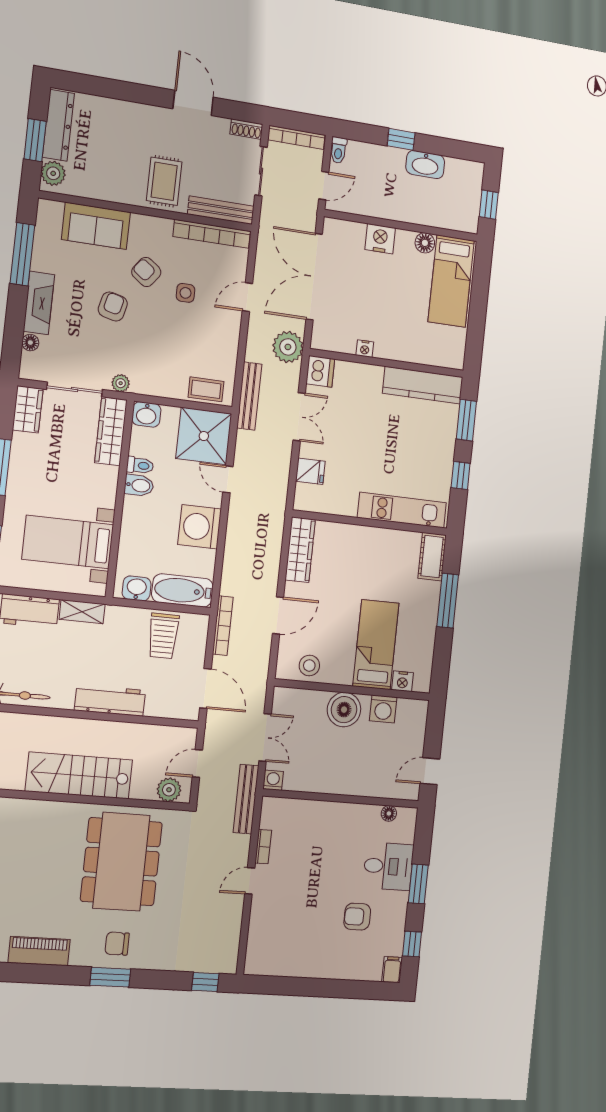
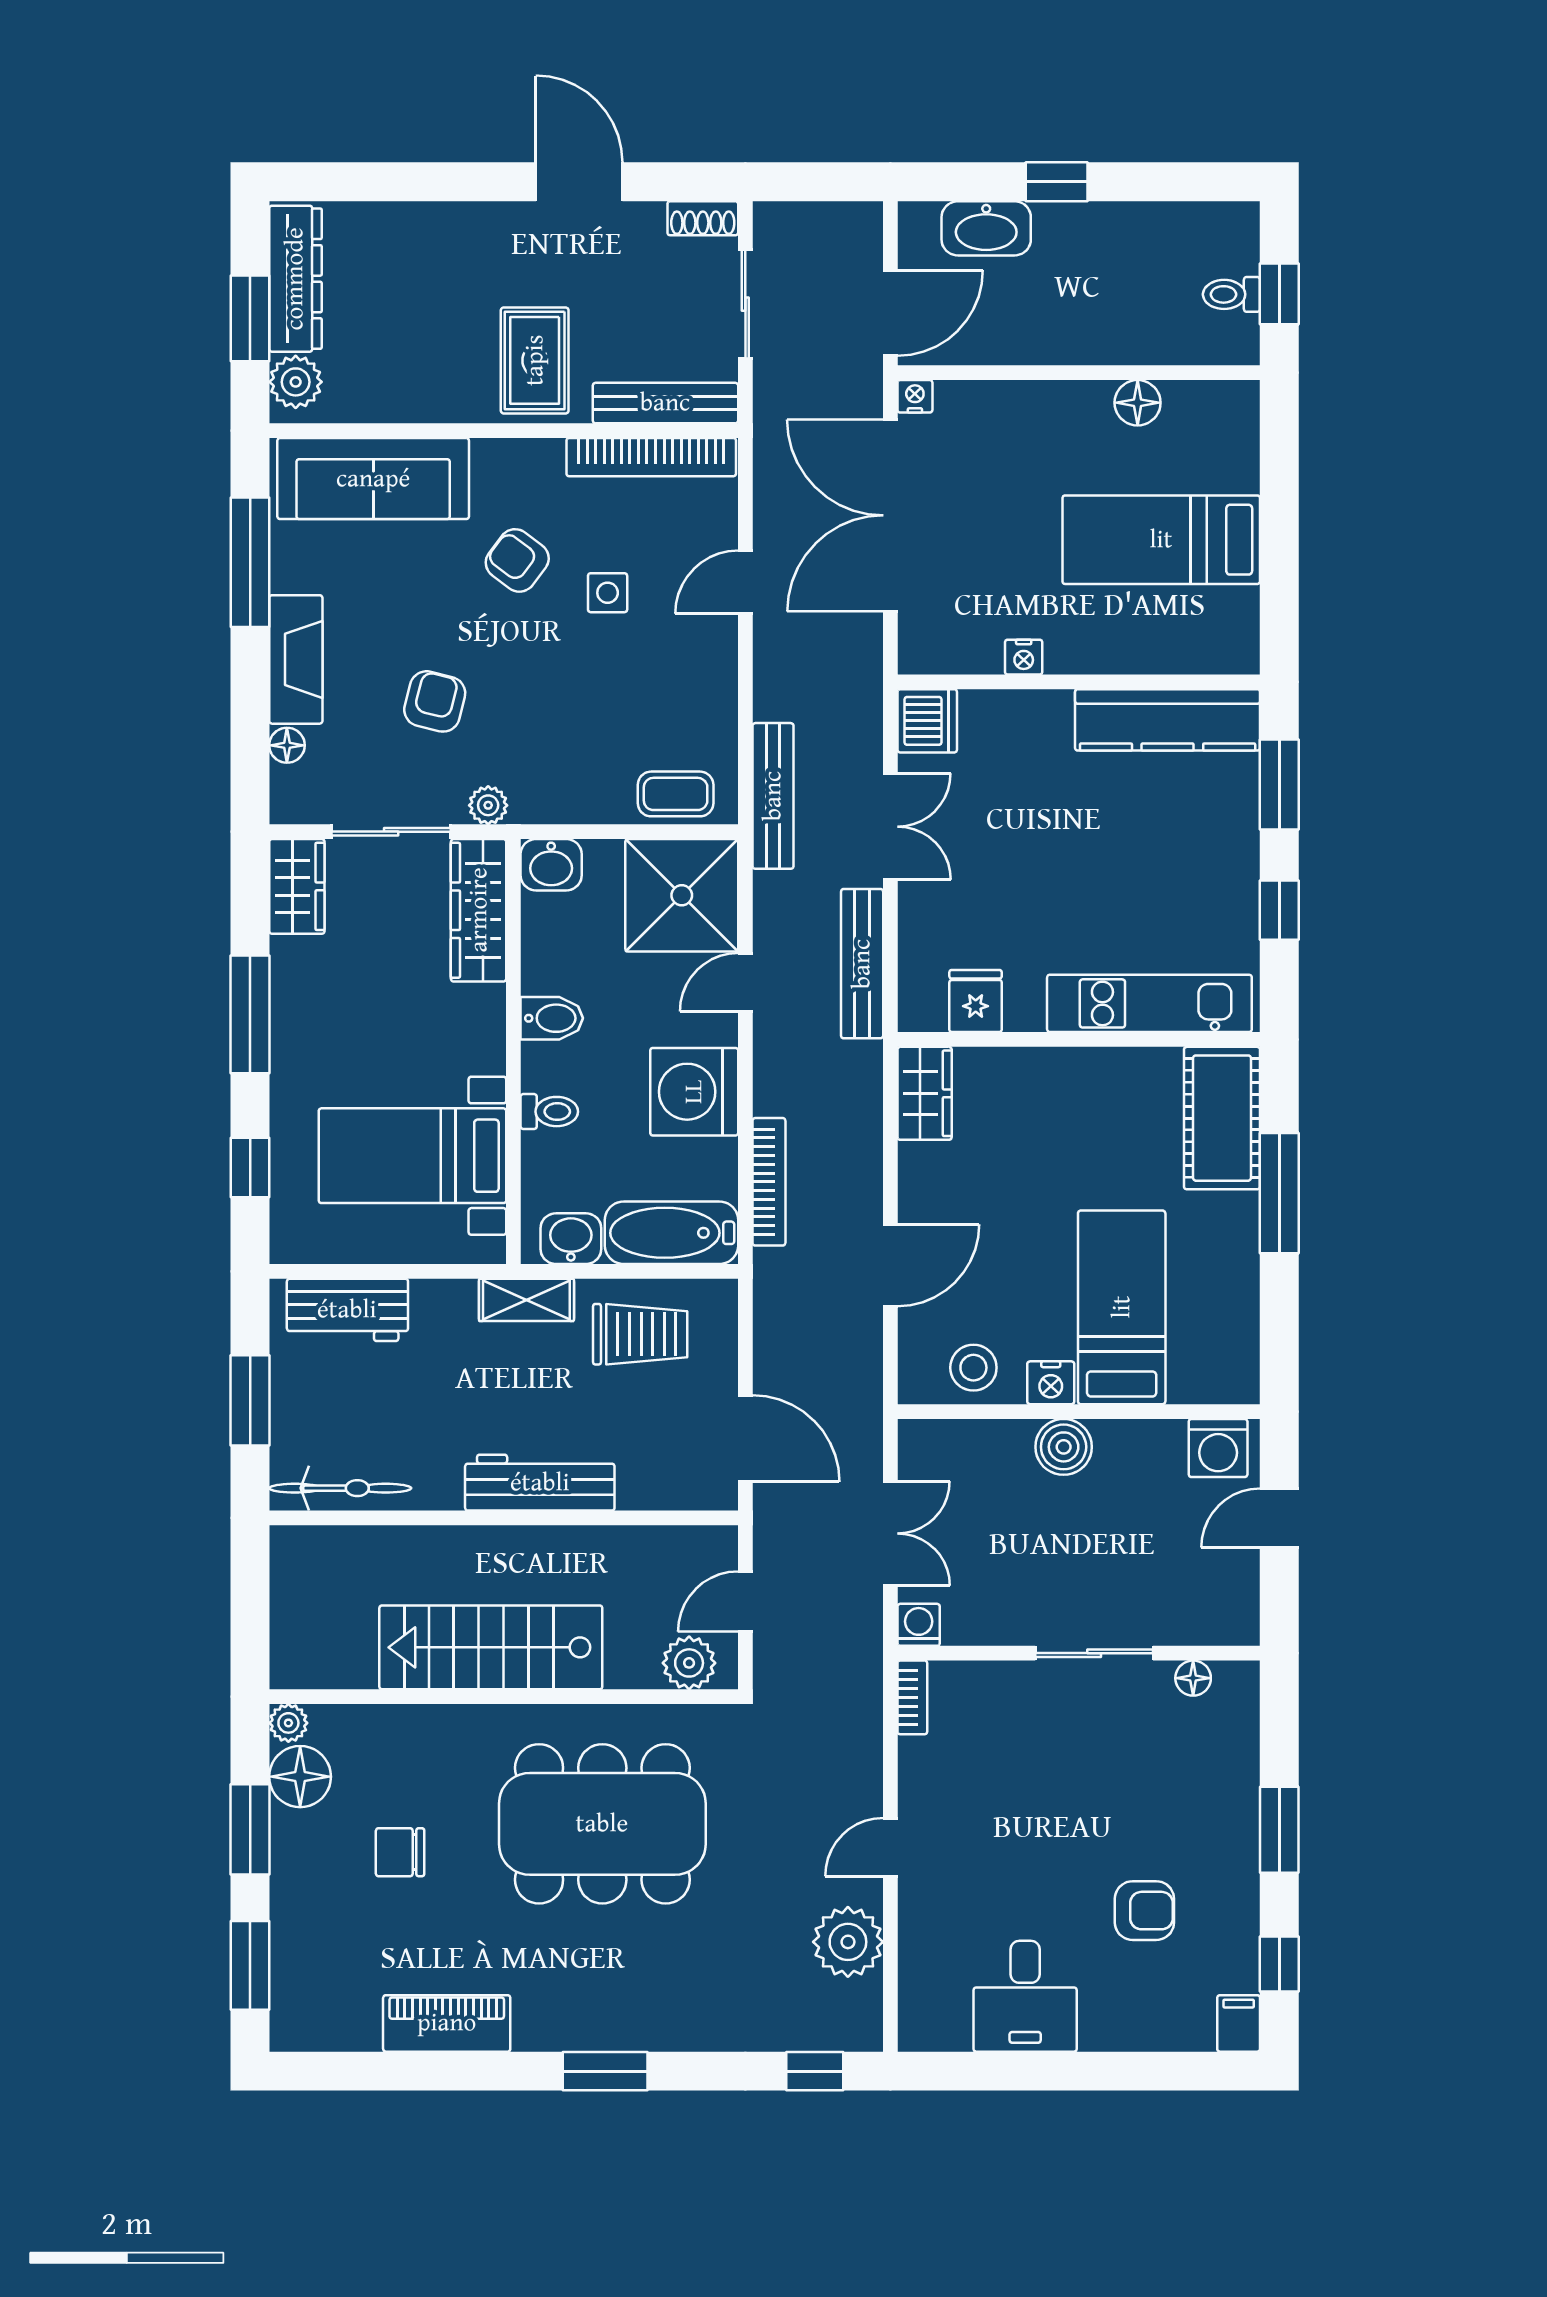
bookcase: (296, 137) -> (817, 217), removed
toilet: (338, 150) -> (1231, 294), moved, turned 90
washbasin: (425, 165) -> (986, 228), moved
door: (324, 186) -> (890, 313), width x1.38
sofa: (96, 226) -> (373, 479), width x1.36
nightstand: (380, 239) -> (915, 396), moved, width x0.53, depth x0.56
bed: (451, 281) -> (1161, 540), moved, turned 90
armchair: (113, 307) -> (435, 701), moved
plant: (288, 347) -> (848, 1942), moved
toilet: (140, 465) -> (549, 1112), moved
fridge: (310, 471) -> (976, 1001), moved, turned -90
door: (228, 479) -> (745, 982), hinge flipped
wardrobe: (300, 550) -> (925, 1093), width x0.67
cot: (432, 557) -> (1222, 1118), width x1.37, depth x1.34
shelving: (82, 612) -> (526, 1300), moved
bookcase: (223, 626) -> (769, 1182), moved
trolley: (163, 636) -> (640, 1334), turned -90
nightstand: (402, 681) -> (1051, 1383), moved
washing machine: (383, 709) -> (1218, 1448), moved
boiler: (344, 710) -> (1064, 1447), width x0.73, depth x0.73
door: (430, 771) -> (1279, 1518), moved
bench: (246, 799) -> (862, 964), moved
sliding door: (348, 799) -> (1094, 1653), added
bookcase: (263, 847) -> (912, 1697), moved
dining table: (121, 862) -> (602, 1824), turned 90
desk: (388, 866) -> (1025, 1996), moved, turned 90
armchair: (357, 917) -> (1144, 1911), turned 180
chair: (117, 944) -> (400, 1852), moved

